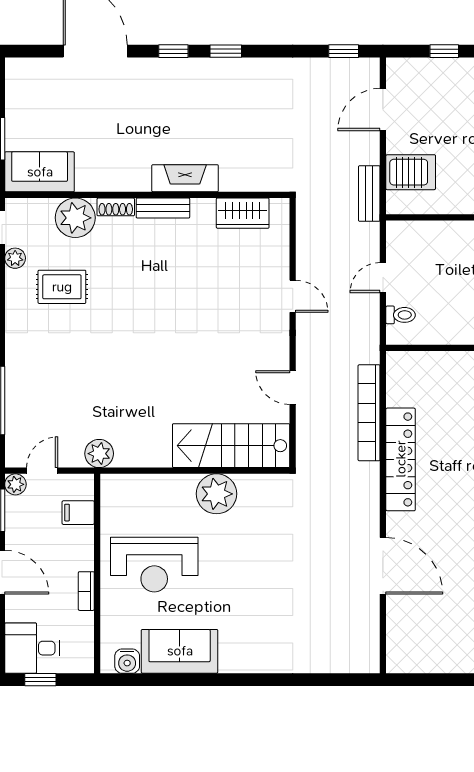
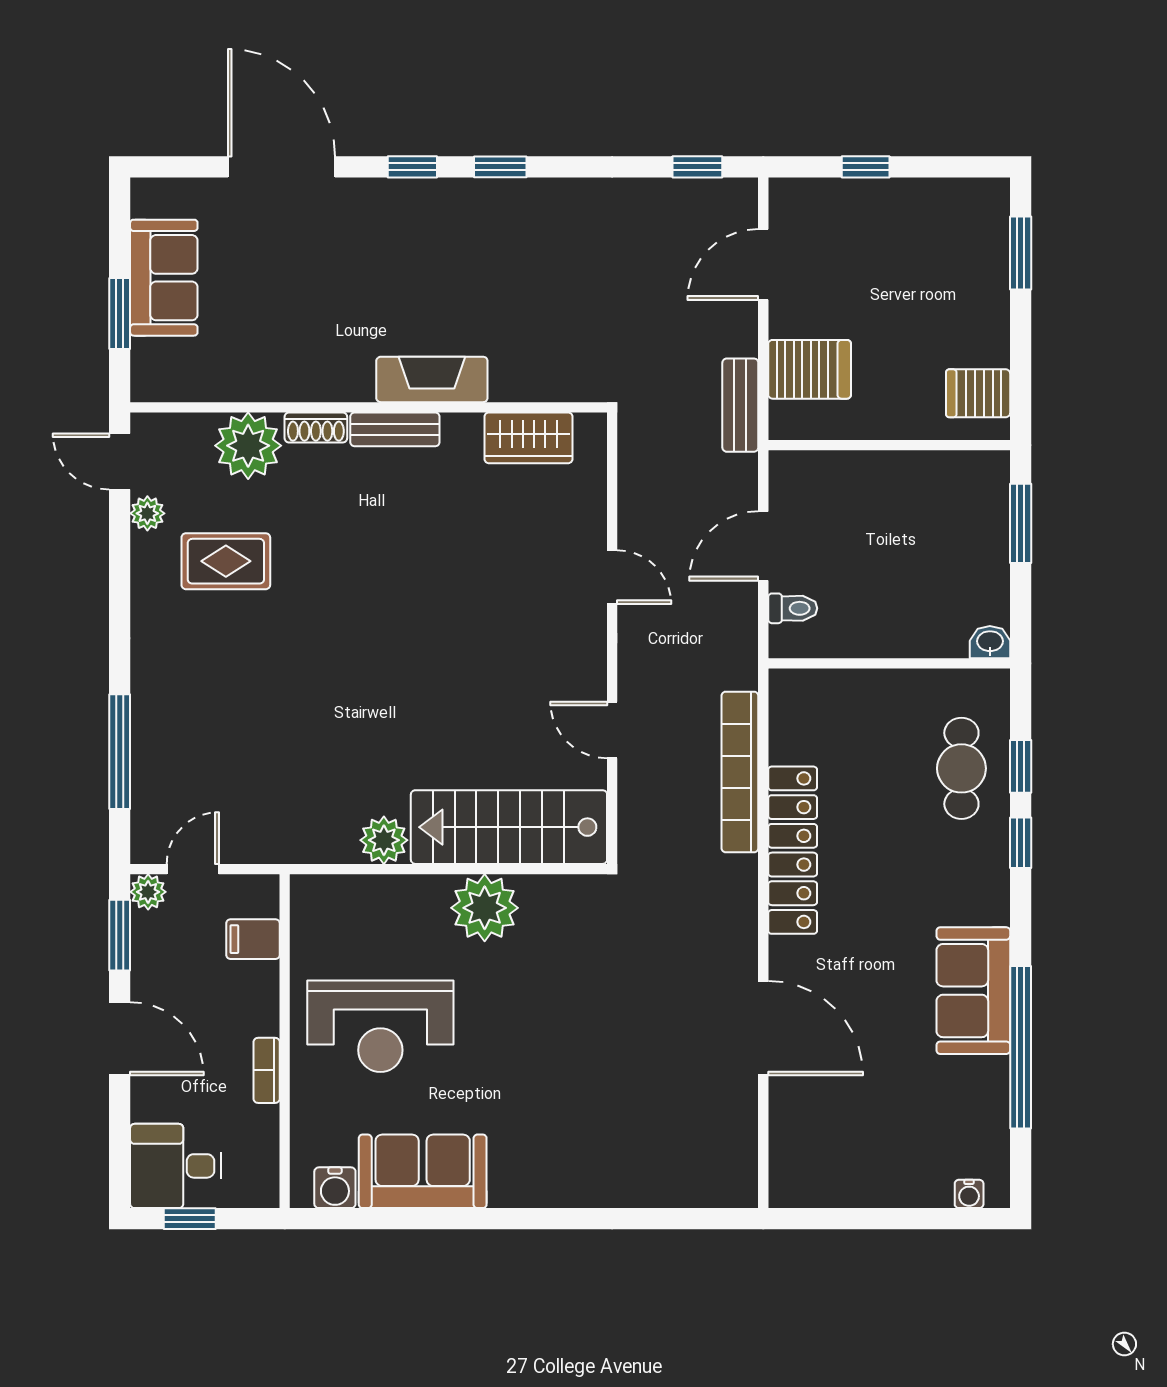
sofa: (40, 172) -> (164, 278), moved, turned 90
door: (383, 278) -> (763, 546), width x1.37
plant: (99, 454) -> (384, 840), moved

